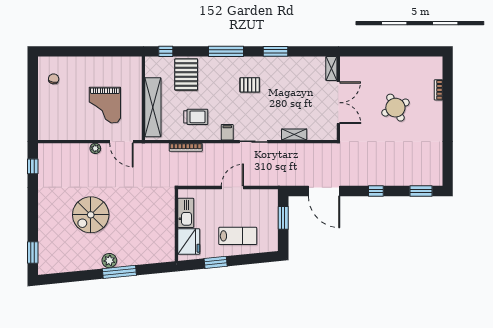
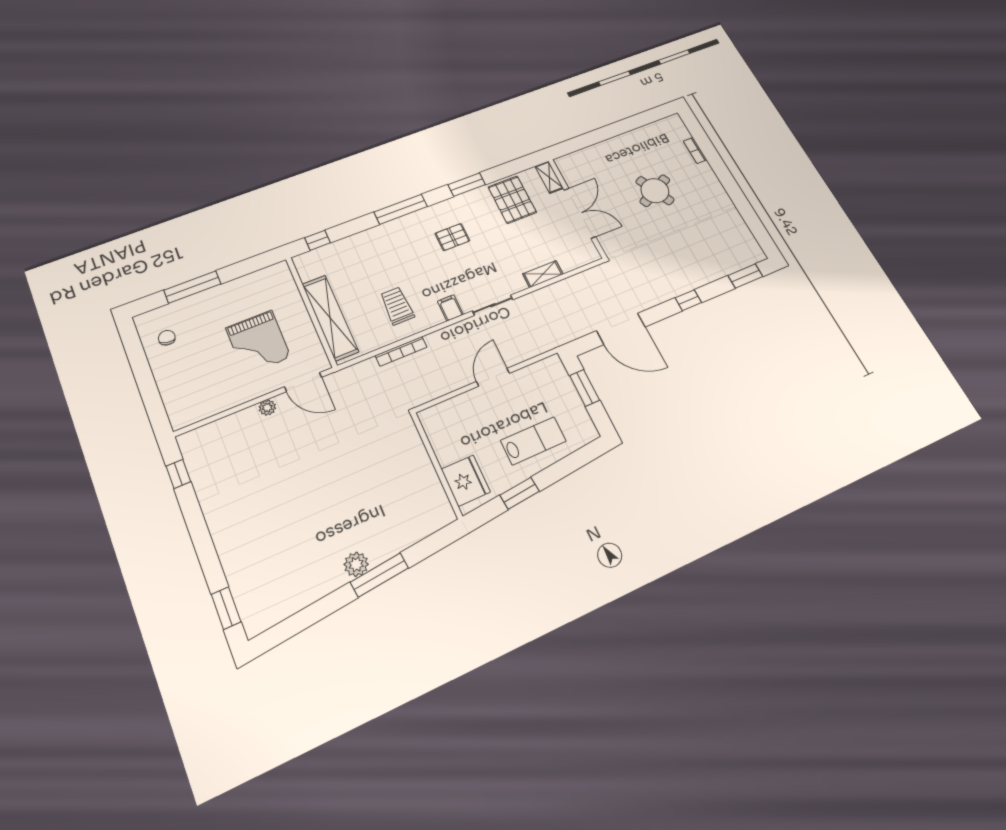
window: (80, 51) -> (192, 287), added
pallet: (186, 74) -> (512, 200), moved
trolley: (196, 117) -> (397, 306), turned -90
kitchen sink: (186, 213) -> (442, 441), removed
spiral stairs: (91, 215) -> (298, 507), removed

